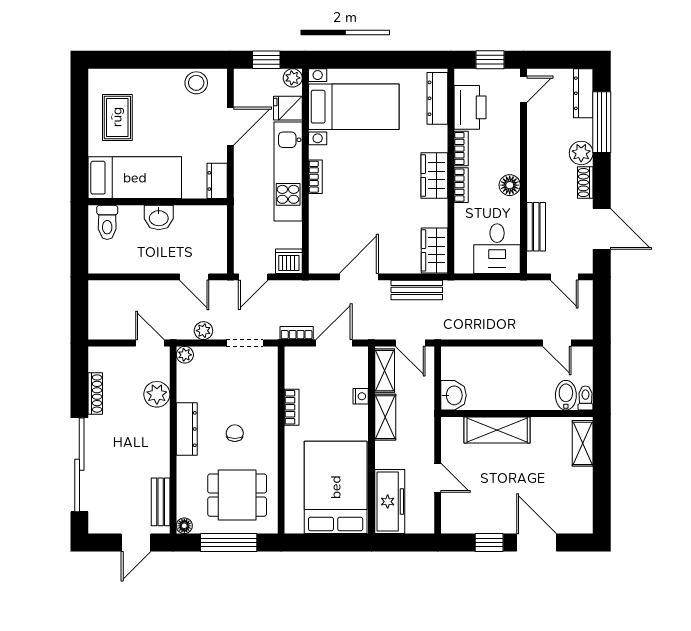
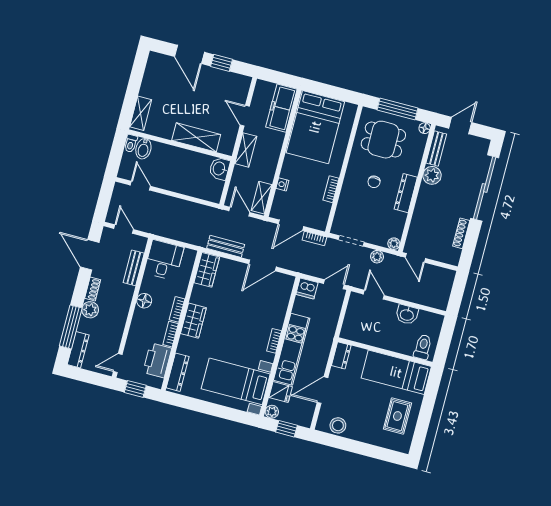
washbasin: (159, 217) -> (407, 315), moved, turned 180
plant: (157, 394) -> (432, 175), moved
shelving: (385, 417) -> (246, 150), moved

